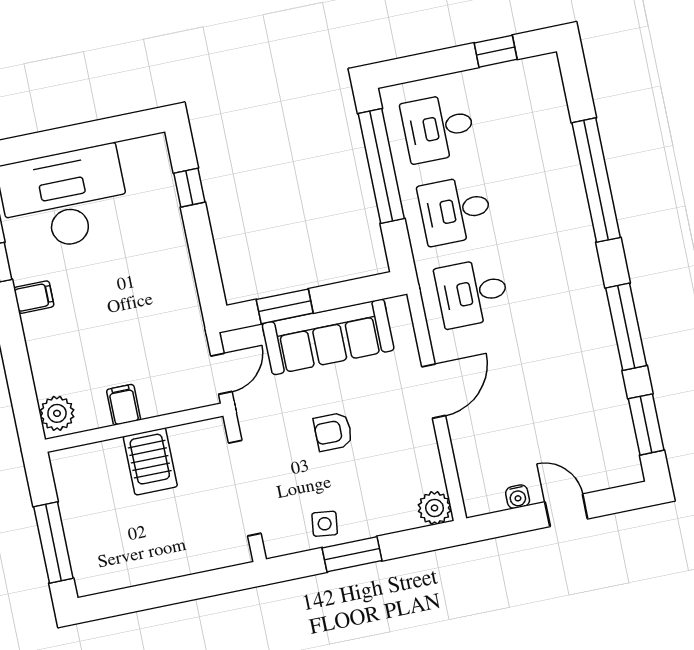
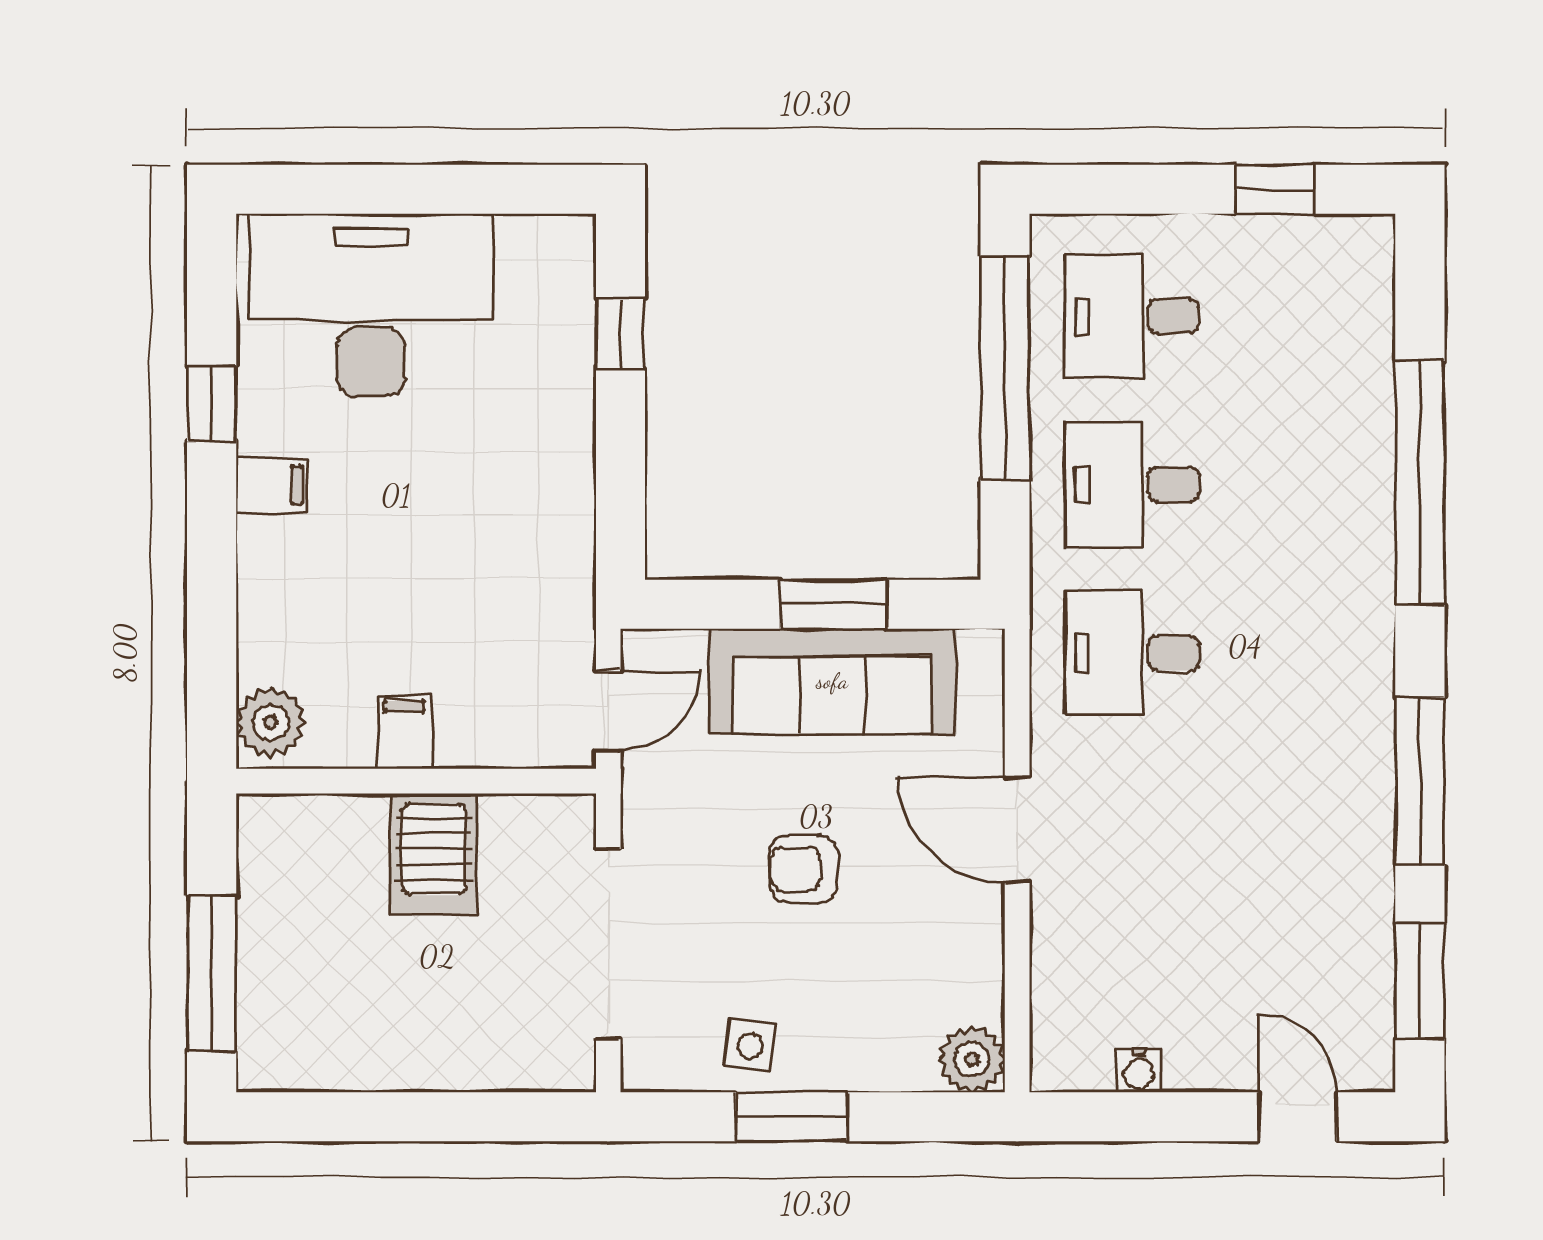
window: (285, 306) -> (833, 604), moved
door: (434, 391) -> (1017, 830), swing flipped
door: (566, 510) -> (1297, 1117), moved

